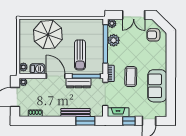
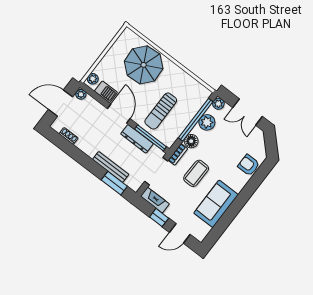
armchair: (153, 35) -> (249, 165), moved
floor lamp: (113, 59) -> (191, 141), added

